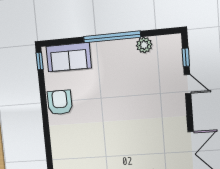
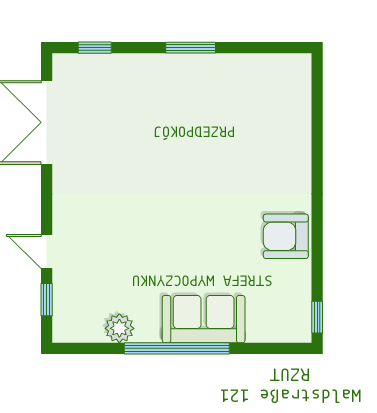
sofa: (69, 57) -> (204, 319), moved
armchair: (60, 102) -> (286, 236), turned 90

